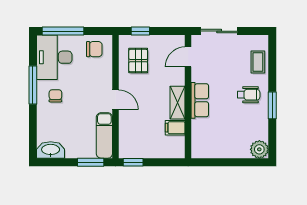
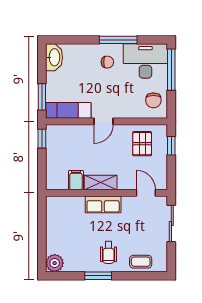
pallet: (138, 61) -> (142, 144), turned 90

